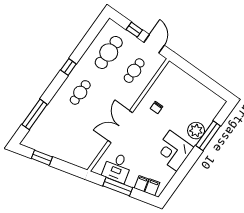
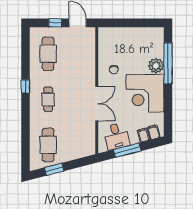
cafe table: (134, 71) -> (48, 145), moved, width x1.37, depth x1.35
window: (35, 114) -> (25, 140), removed
double door: (120, 127) -> (97, 104), swing flipped
window: (208, 136) -> (168, 63), width x1.46
corner desk: (173, 151) -> (145, 93), width x1.36, depth x1.36

